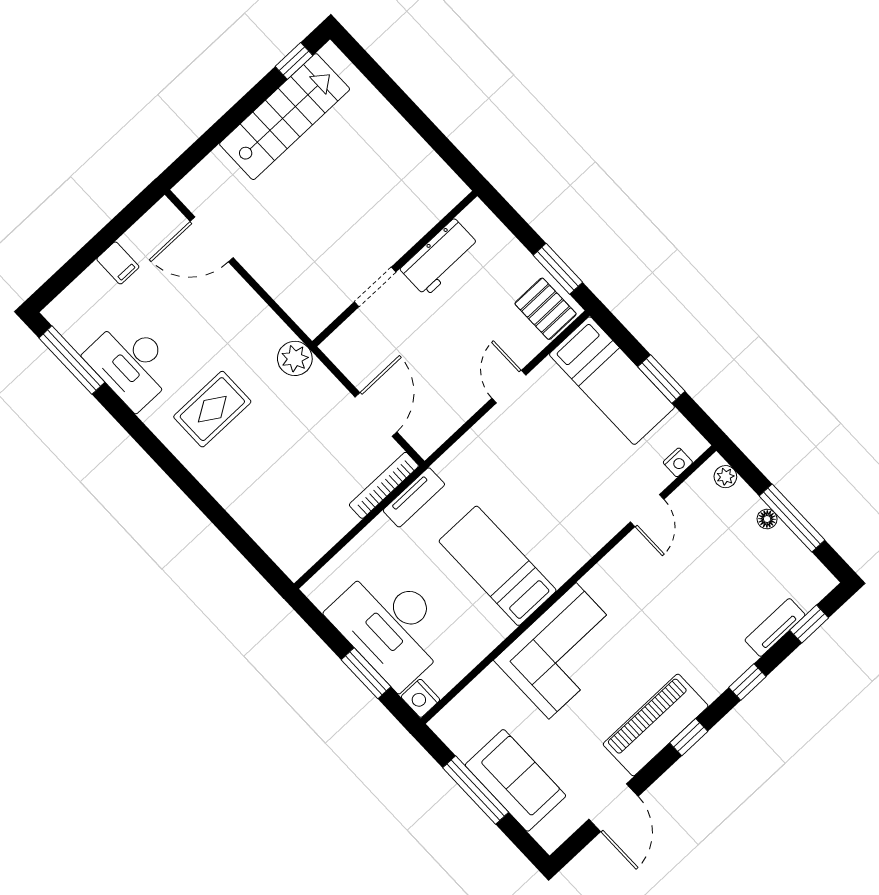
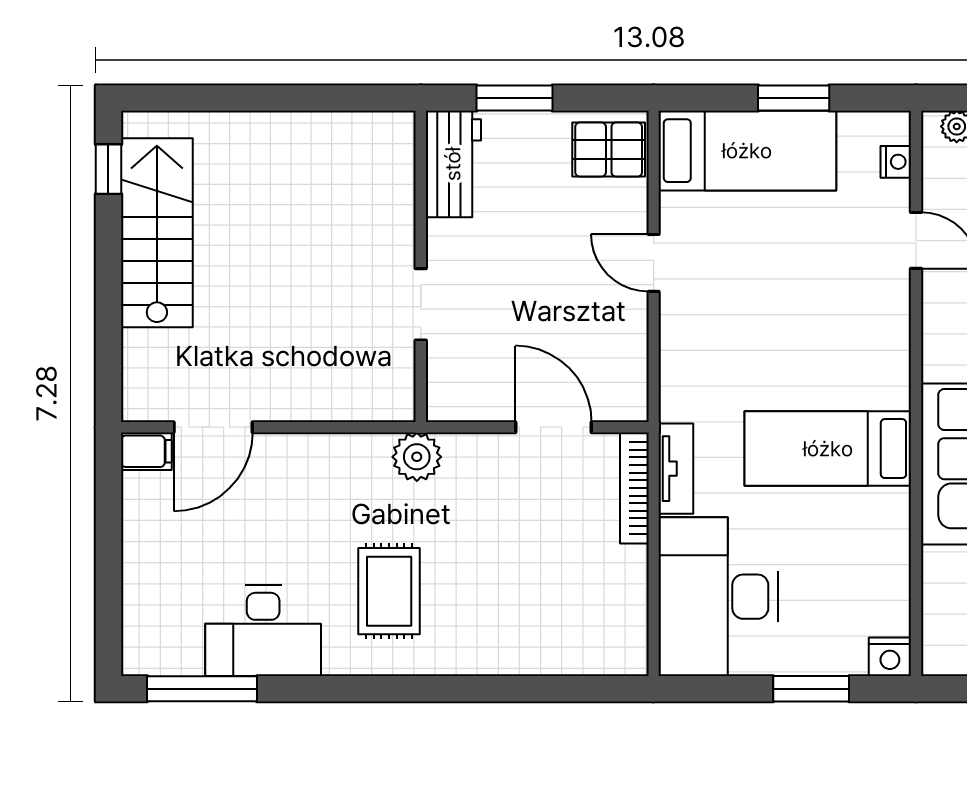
workbench: (440, 258) -> (453, 164), moved
filing cabinet: (118, 263) -> (146, 451), moved
window: (558, 269) -> (515, 98), moved
desk: (391, 625) -> (718, 597), moved, turned 90

